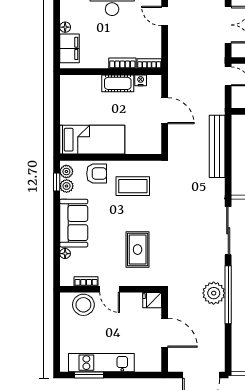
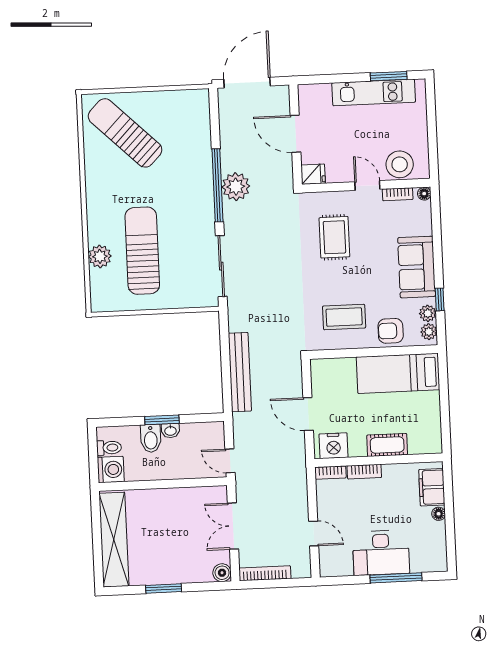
nightstand: (141, 80) -> (333, 446), width x1.89, depth x1.79
cot: (118, 83) -> (387, 445), moved
window: (57, 182) -> (440, 299), moved
floor lamp: (65, 254) -> (424, 194), moved

